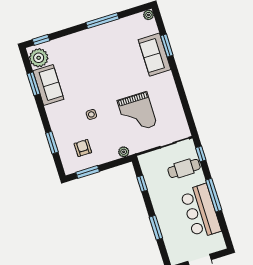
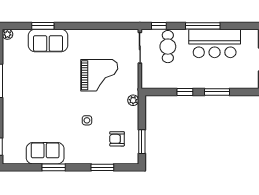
plant: (39, 58) -> (16, 154), removed
window: (33, 84) -> (54, 167), moved
window: (142, 184) -> (185, 92), moved

